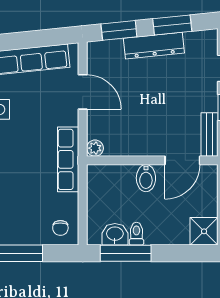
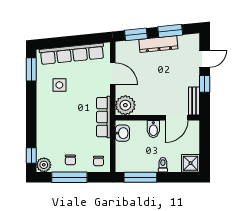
plant: (95, 148) -> (125, 105), width x1.87, depth x1.87
chair: (17, 226) -> (70, 160), added
washbasin: (115, 234) -> (122, 133), moved, turned 90
toilet: (136, 234) -> (163, 165), moved

